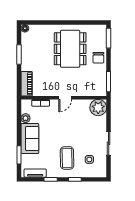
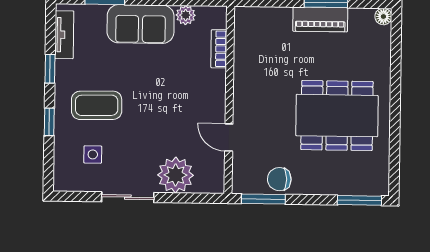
chair: (98, 58) -> (279, 179), moved
piano: (27, 84) -> (320, 19), moved
door: (65, 98) -> (229, 137), moved
plant: (98, 108) -> (176, 175), moved

